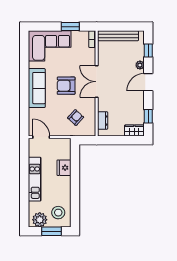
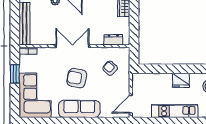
double door: (97, 82) -> (72, 46), swing flipped
armchair: (66, 86) -> (77, 78), turned 100
fridge: (64, 168) -> (181, 80), moved

